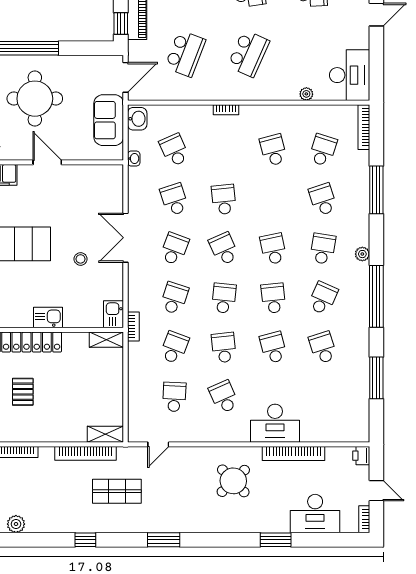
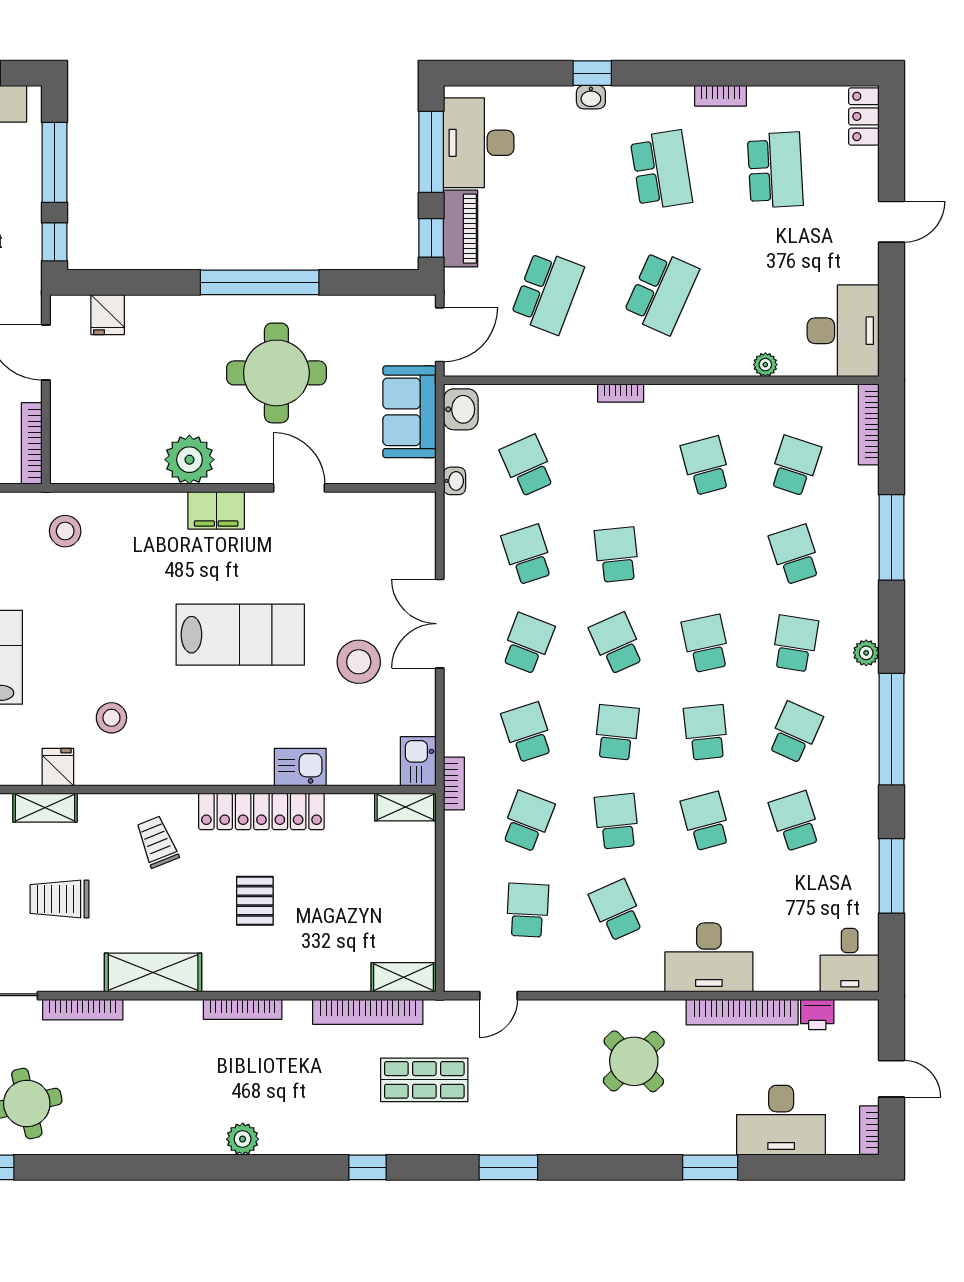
stool: (81, 259) -> (359, 662), width x1.89, depth x1.89
school desk: (174, 298) -> (528, 732), turned -36
desk: (353, 425) -> (850, 960), added
printer: (361, 456) -> (817, 1014), moved, turned -90

